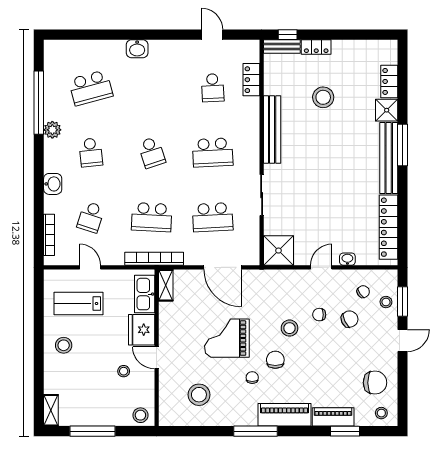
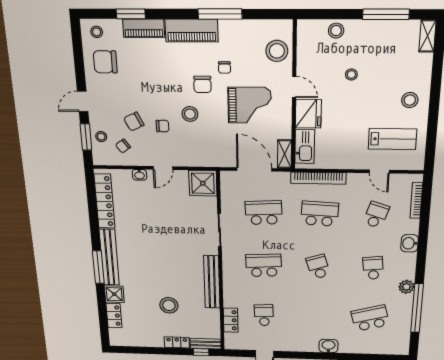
shelving: (166, 285) -> (285, 154), moved
kitchen sink: (145, 294) -> (305, 146), moved
fridge: (142, 330) -> (308, 114), moved
wall: (157, 348) -> (294, 97), moved
door: (157, 358) -> (294, 87), moved

